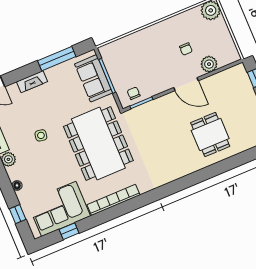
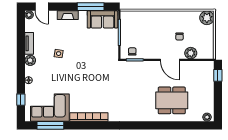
sofa: (94, 78) -> (102, 19), moved, turned -90
dining table: (210, 135) -> (172, 100), width x1.38
dining table: (98, 144) -> (95, 75), removed
window: (69, 231) -> (50, 125), width x2.17

